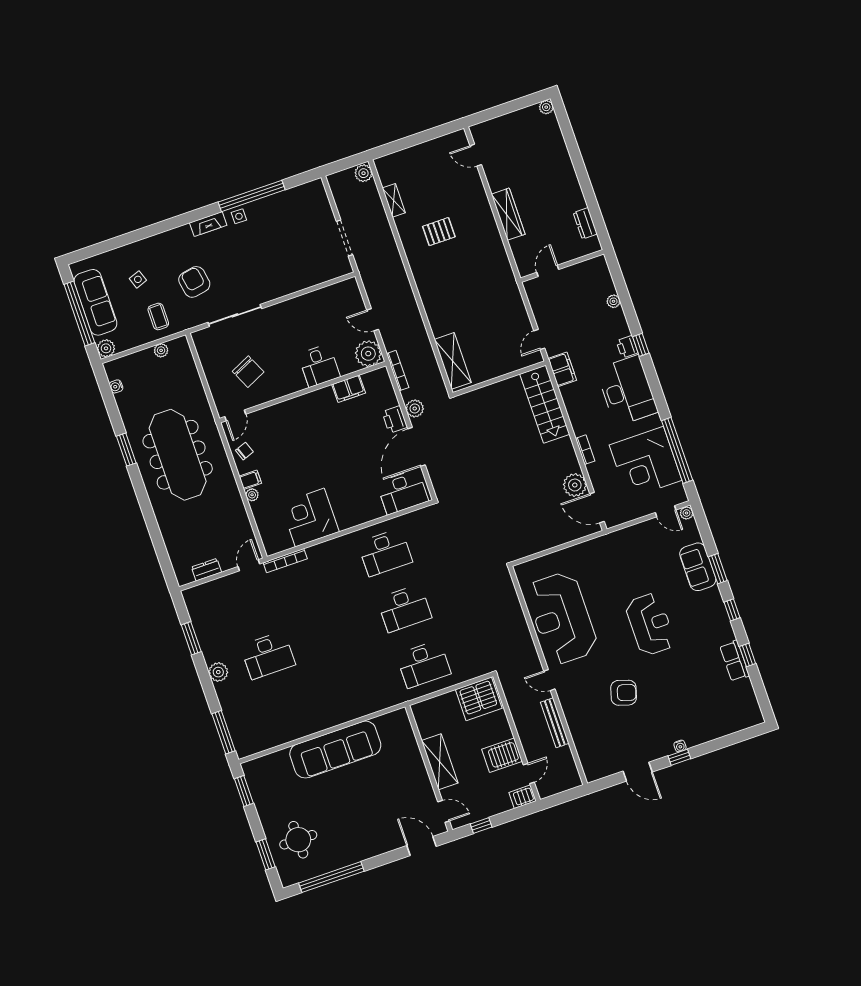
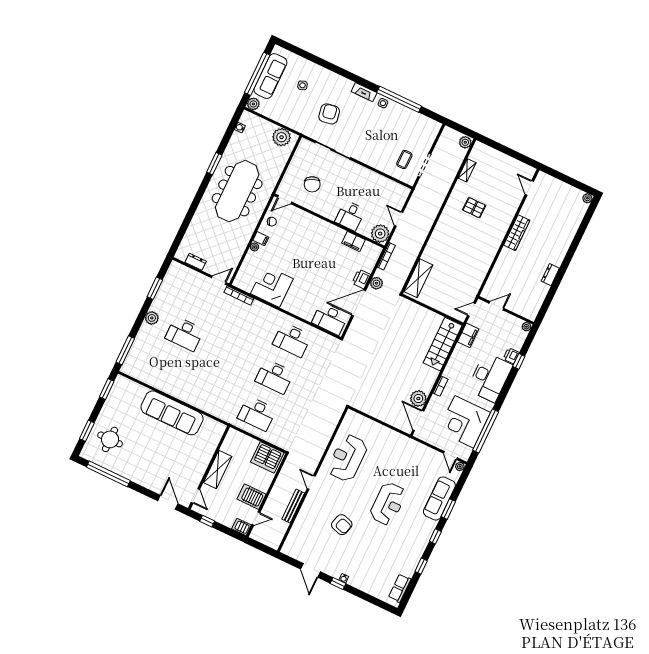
wall: (562, 266) -> (506, 310), moved
door: (548, 271) -> (496, 306), moved
coffee table: (158, 316) -> (404, 160), moved
plant: (161, 350) -> (282, 137), width x1.87, depth x1.87
sofa: (698, 567) -> (439, 498), width x1.36
reception desk: (562, 618) -> (347, 458), width x0.74, depth x0.77
row of seats: (734, 661) -> (400, 588), moved

